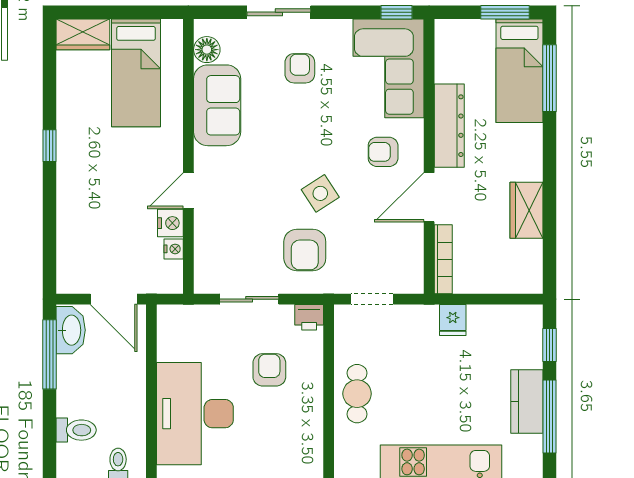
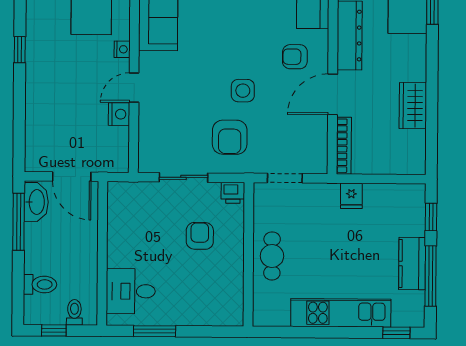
side table: (320, 193) -> (243, 91), turned 33
nightstand: (174, 249) -> (122, 49), moved
desk: (195, 414) -> (131, 291), width x0.53, depth x0.77

